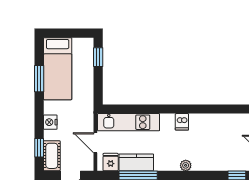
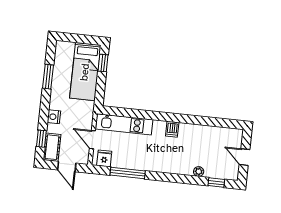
bed: (58, 69) -> (85, 72), moved
kitchen counter: (136, 162) -> (127, 161), removed
plant: (186, 165) -> (199, 172), moved

